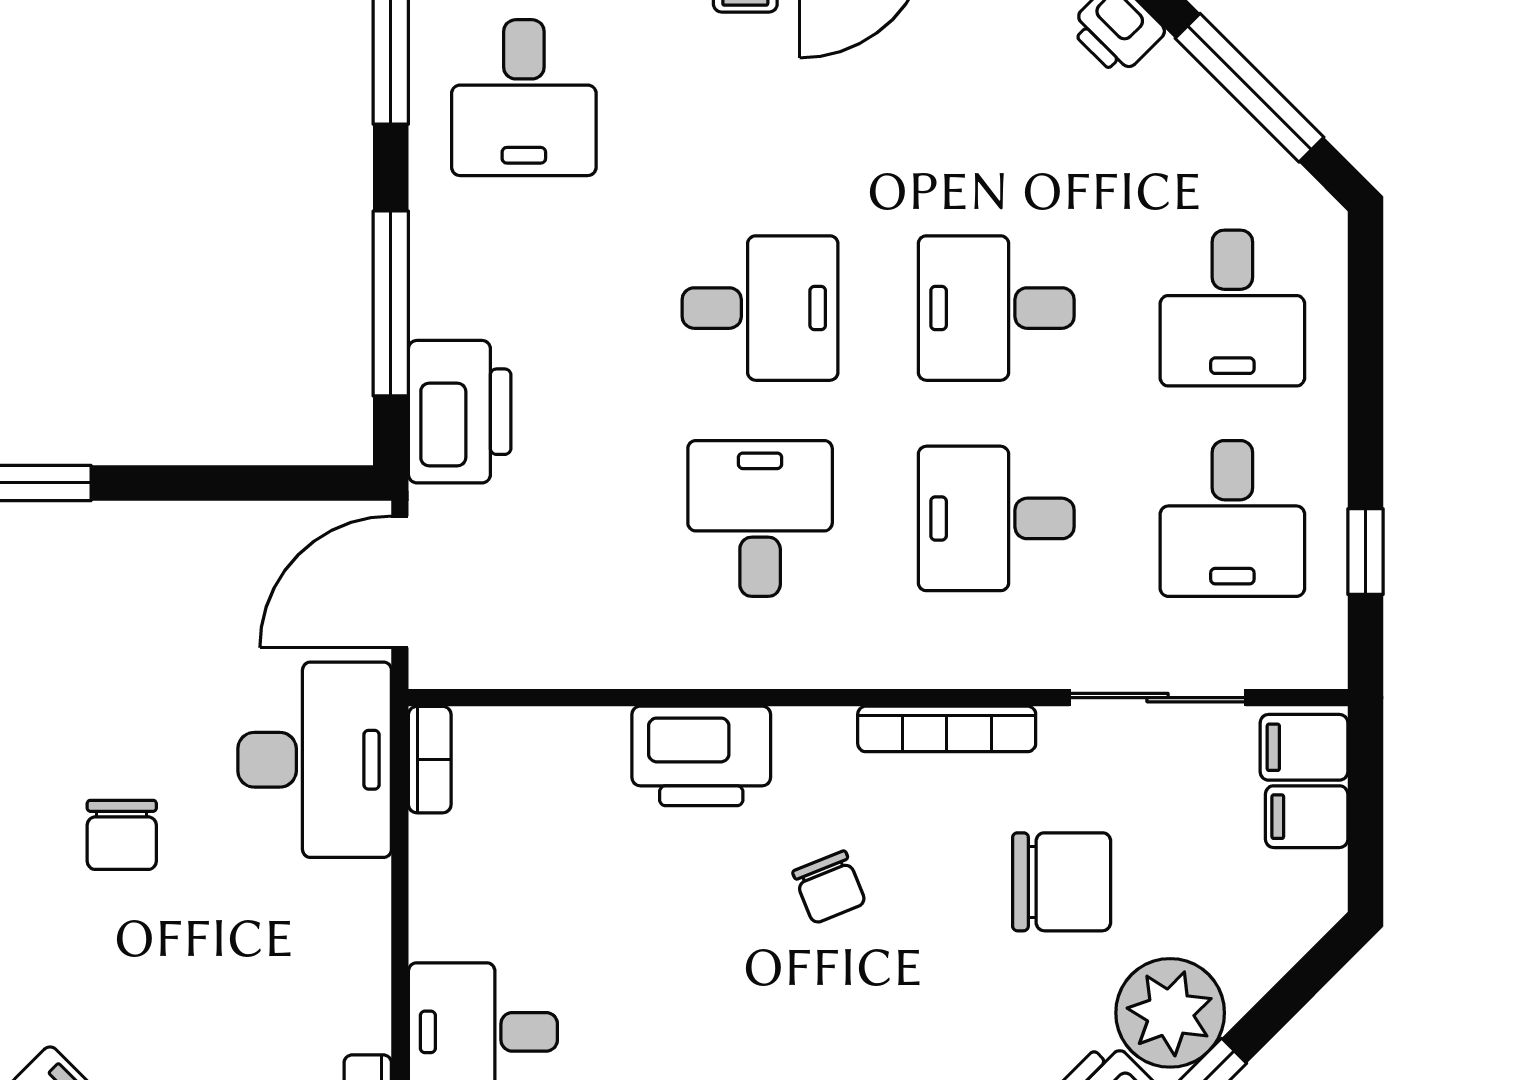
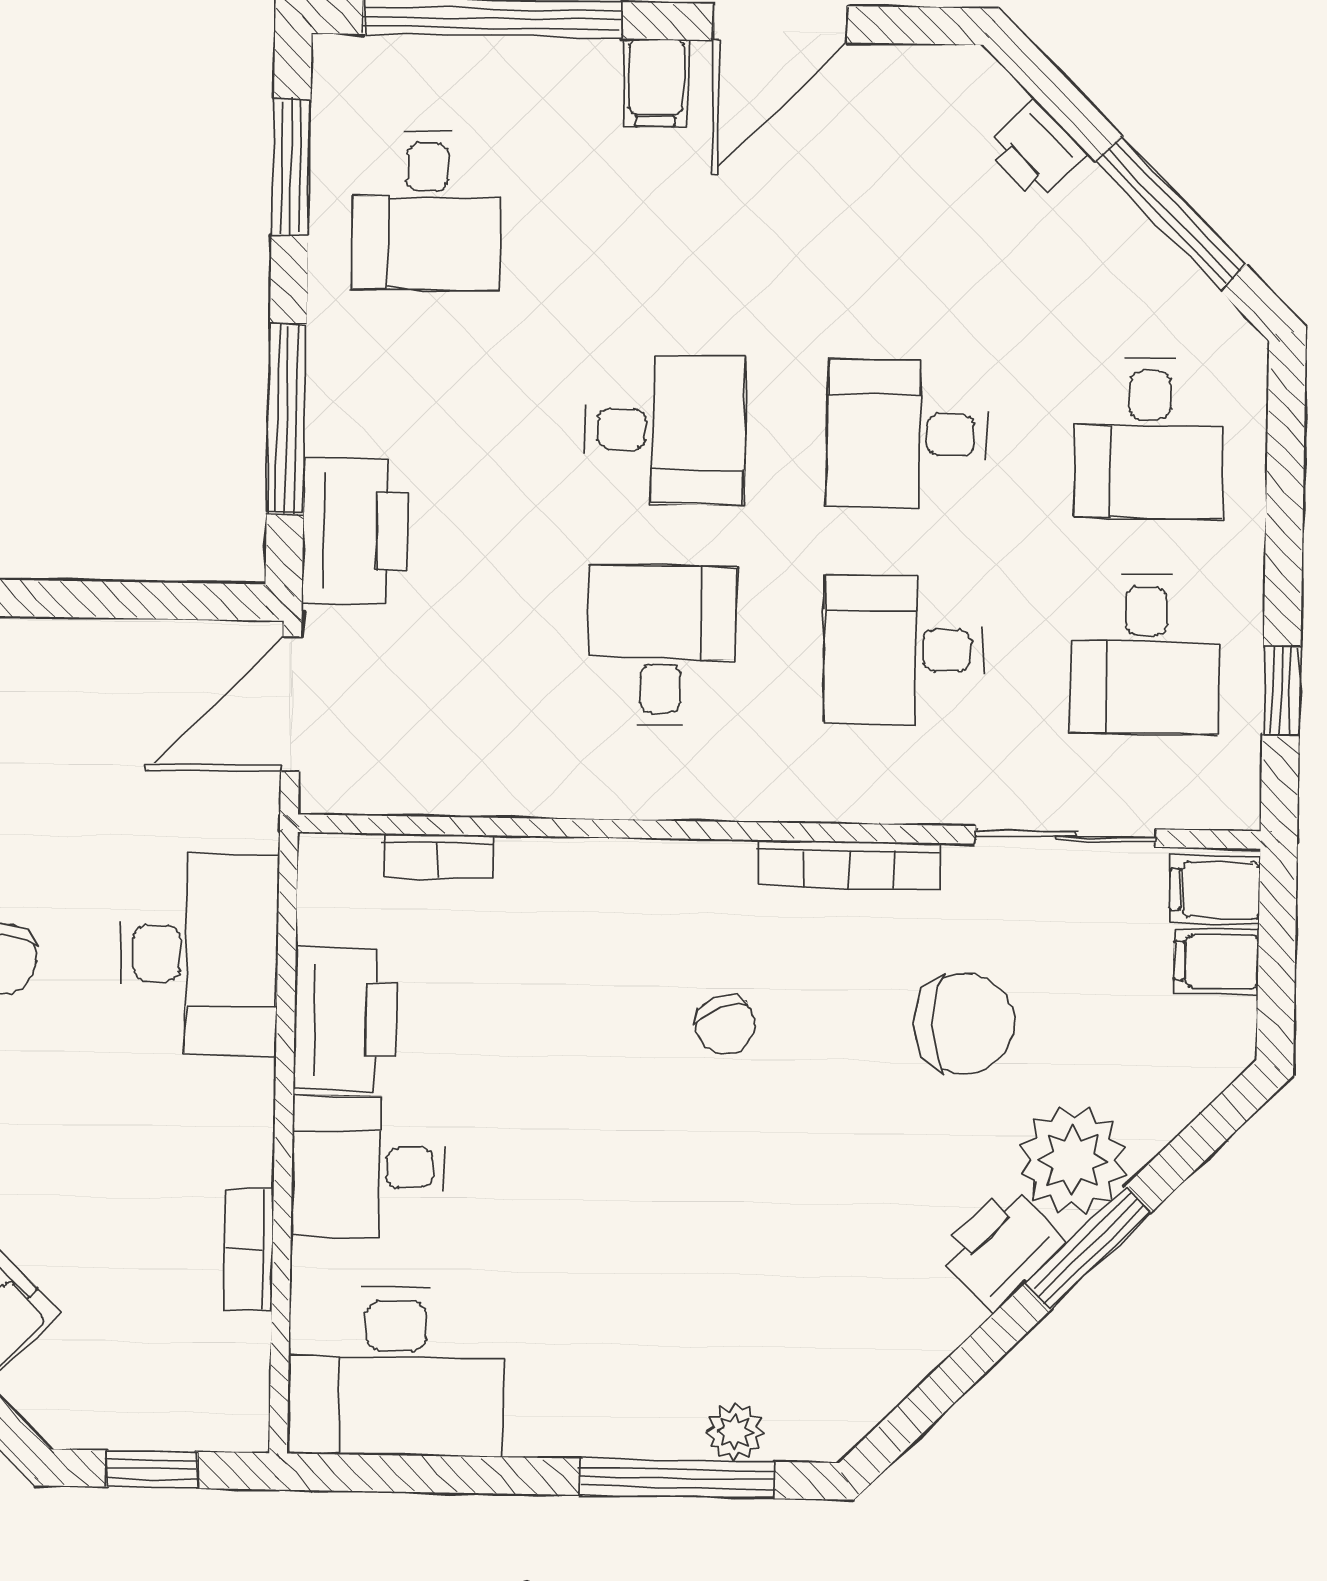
printer: (701, 756) -> (345, 1019), moved, turned -90
desk: (315, 760) -> (199, 954), moved
bookcase: (430, 760) -> (438, 856), moved, turned 90

